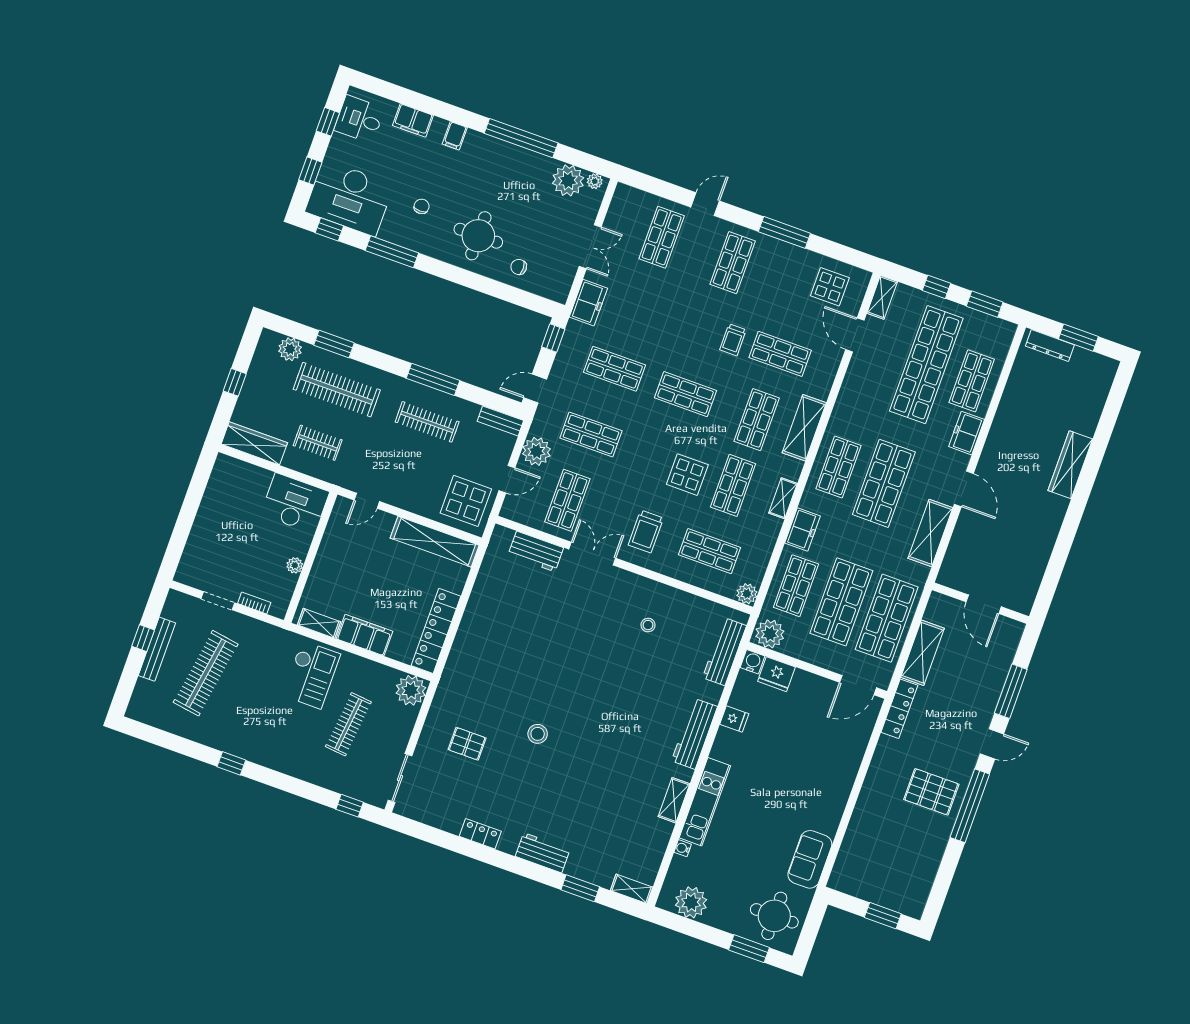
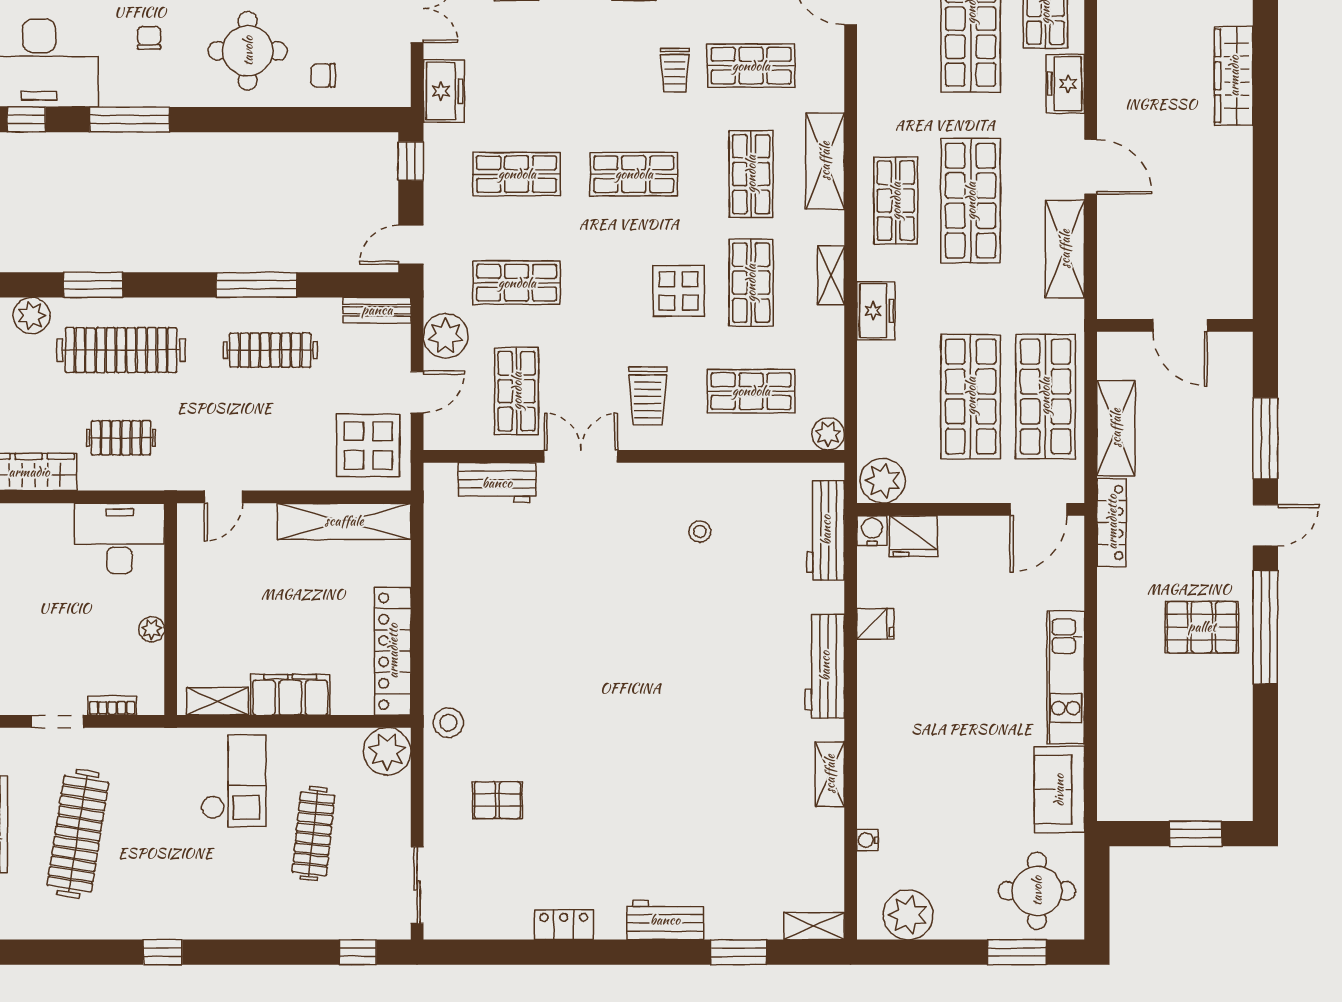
shop shelf: (796, 586) -> (896, 396), removed
stool: (538, 734) -> (448, 723), moved
kitchen unit: (705, 802) -> (1066, 677), moved, turned 180

